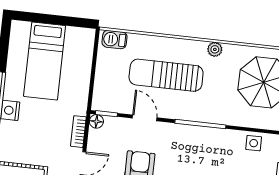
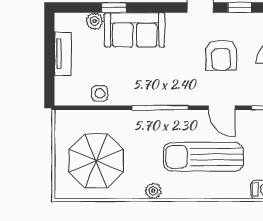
sun lounger: (166, 75) -> (203, 157), turned 180

